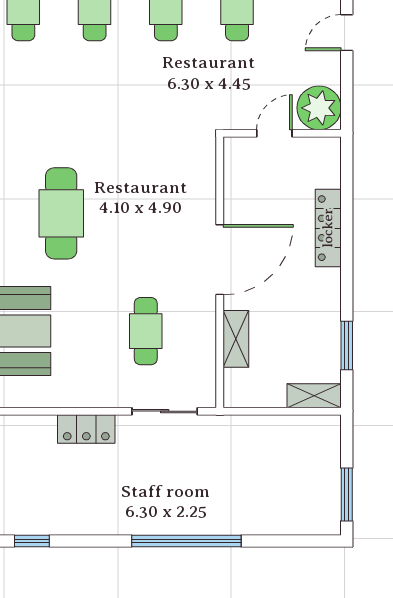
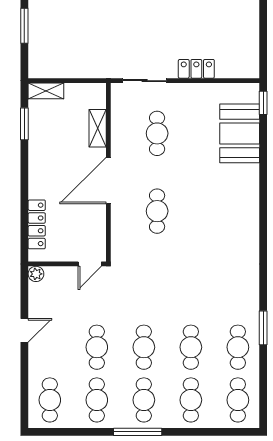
plant: (319, 108) -> (36, 274), width x0.53, depth x0.53
door: (274, 133) -> (90, 264), moved
cafe table: (61, 213) -> (157, 211), moved, width x0.73, depth x0.74
locker: (328, 228) -> (37, 224), moved

